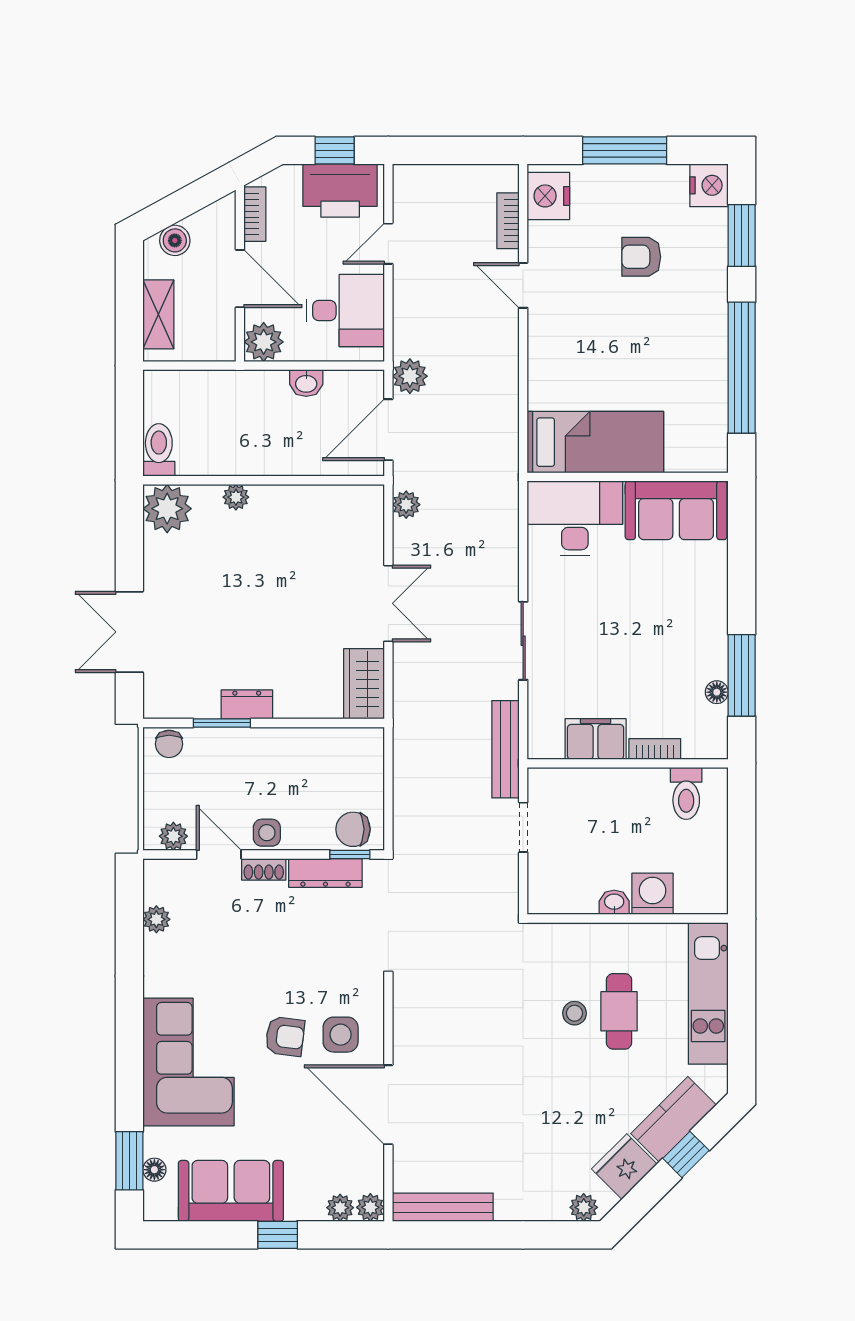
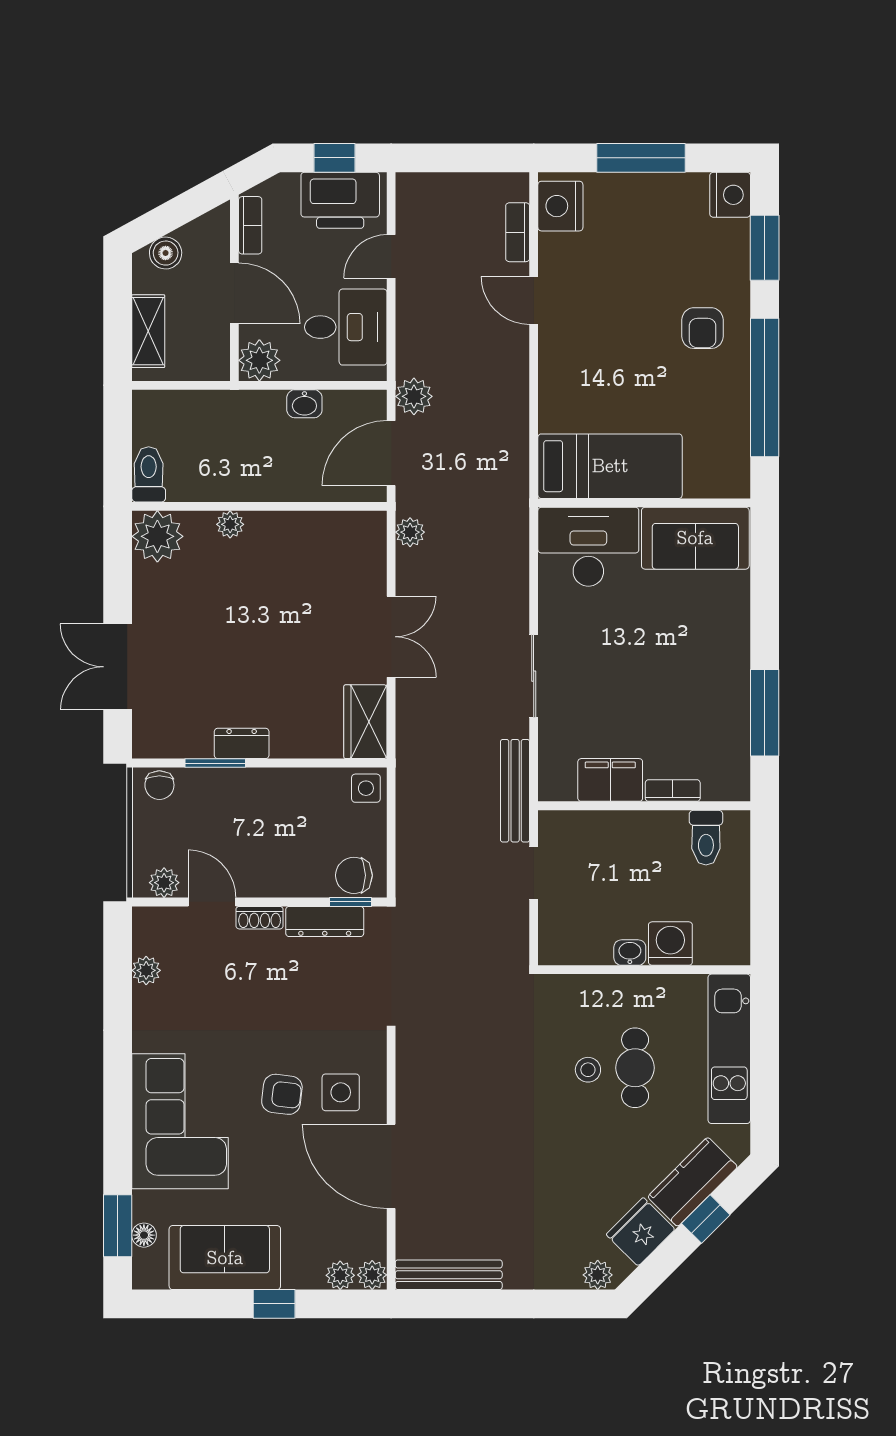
armchair: (641, 257) -> (703, 328), moved, turned -90
floor lamp: (717, 692) -> (738, 730), removed
side table: (267, 833) -> (366, 788), moved

